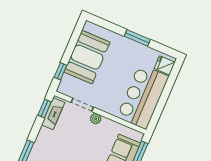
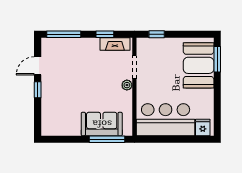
window: (137, 38) -> (217, 59), moved
booth: (87, 57) -> (199, 65), moved, turned 90
window: (45, 108) -> (105, 34), moved

